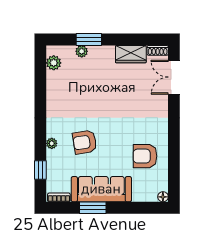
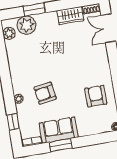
plant: (82, 51) -> (26, 25), width x1.88, depth x1.88
armchair: (145, 156) -> (96, 96), turned 90
sofa: (101, 189) -> (59, 130), width x0.73

